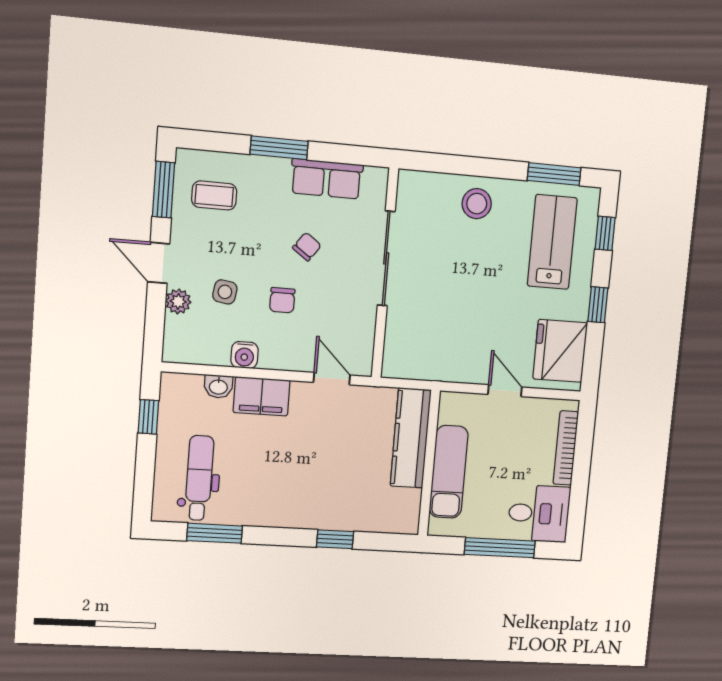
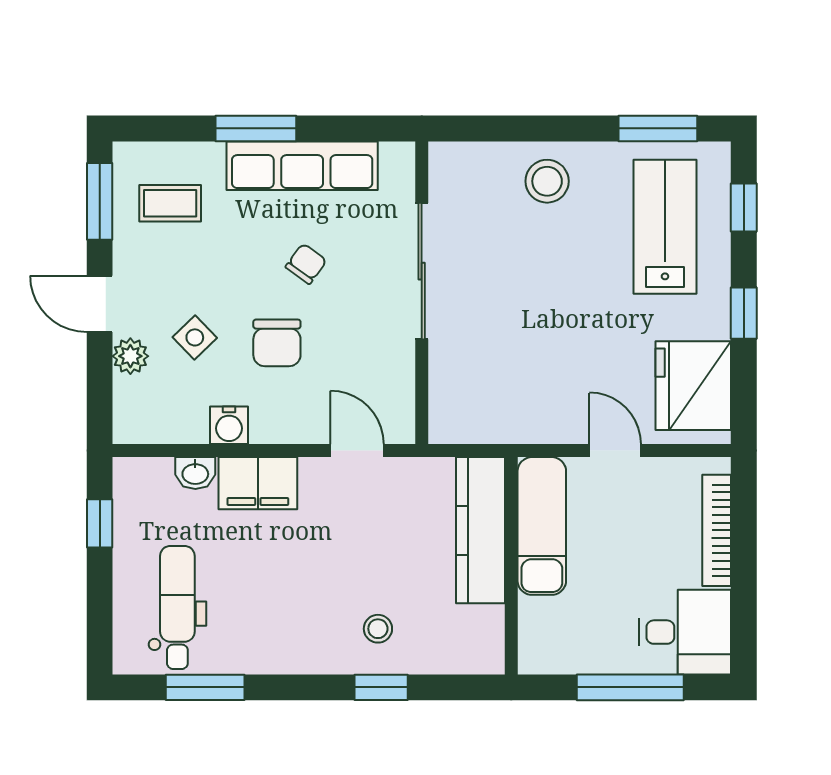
row of seats: (327, 179) -> (302, 166), width x1.48
side table: (225, 292) -> (195, 337), turned 37
chair: (282, 300) -> (277, 343), width x1.37, depth x1.37
exam couch: (449, 472) -> (542, 526), moved
stool: (336, 500) -> (378, 629), added

